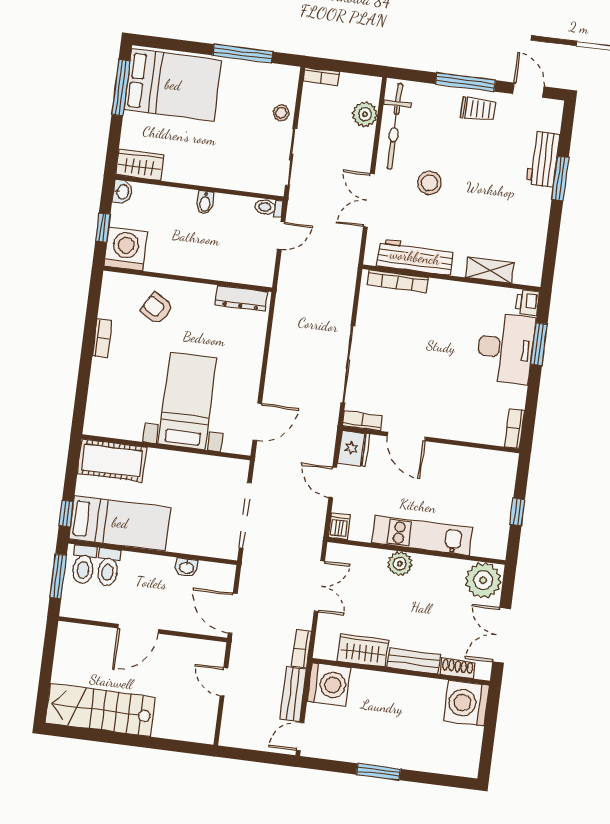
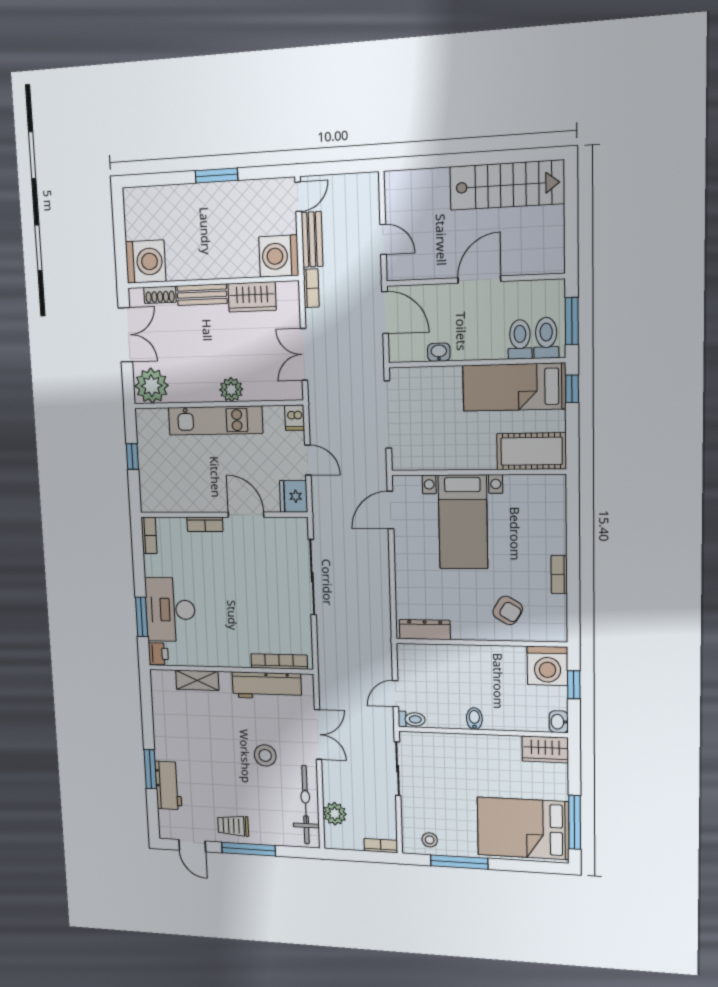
stool: (281, 113) -> (430, 840), moved
bookcase: (362, 421) -> (205, 524), moved

